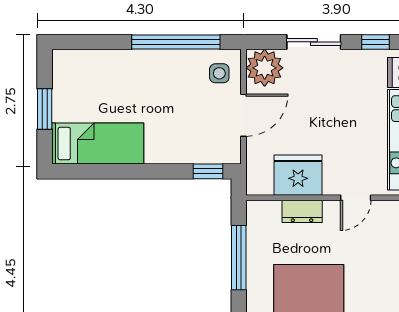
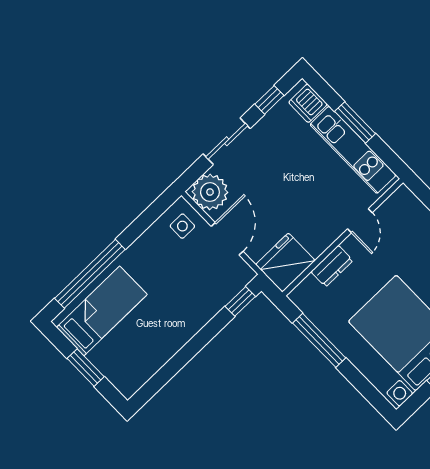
window: (176, 42) -> (90, 274), moved
bed: (98, 144) -> (102, 311), moved
fridge: (298, 175) -> (285, 263), moved

